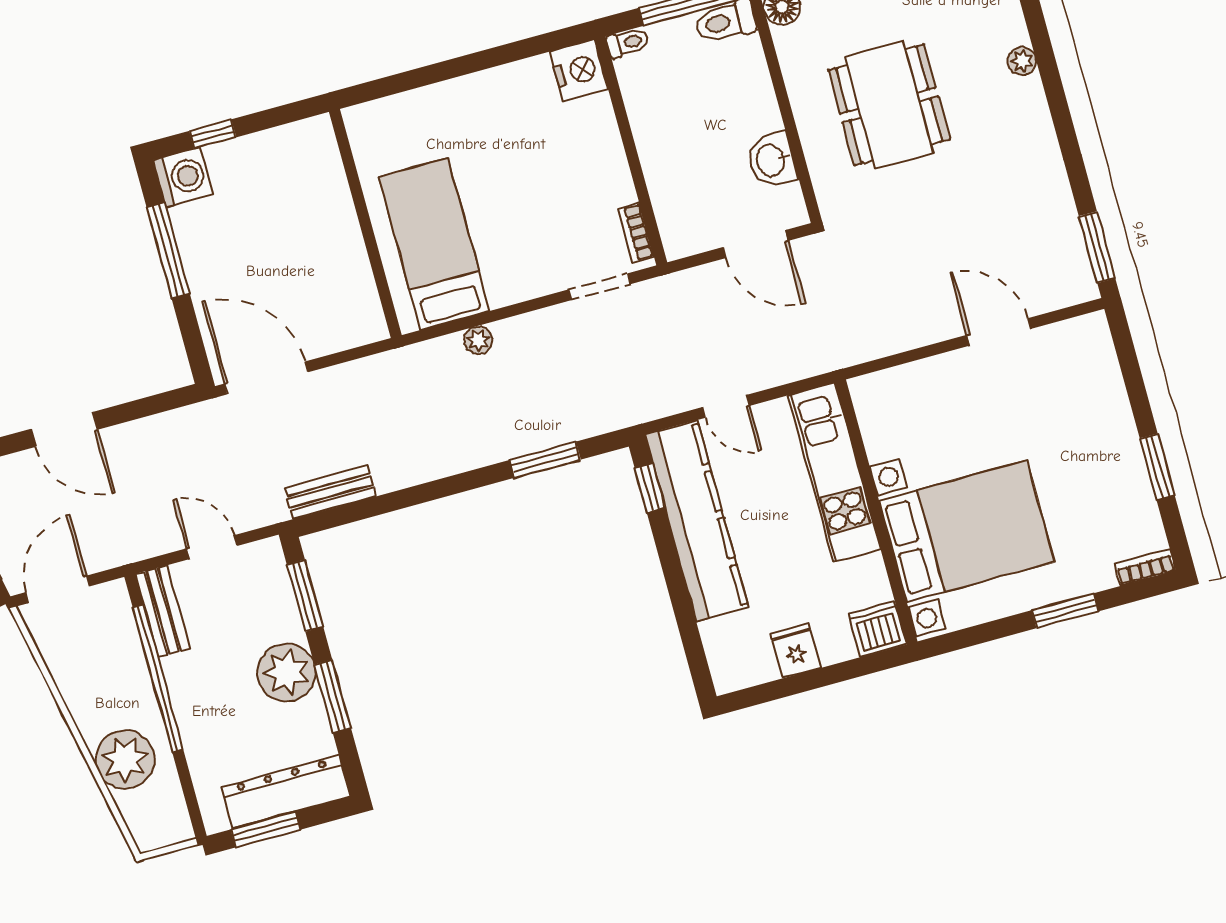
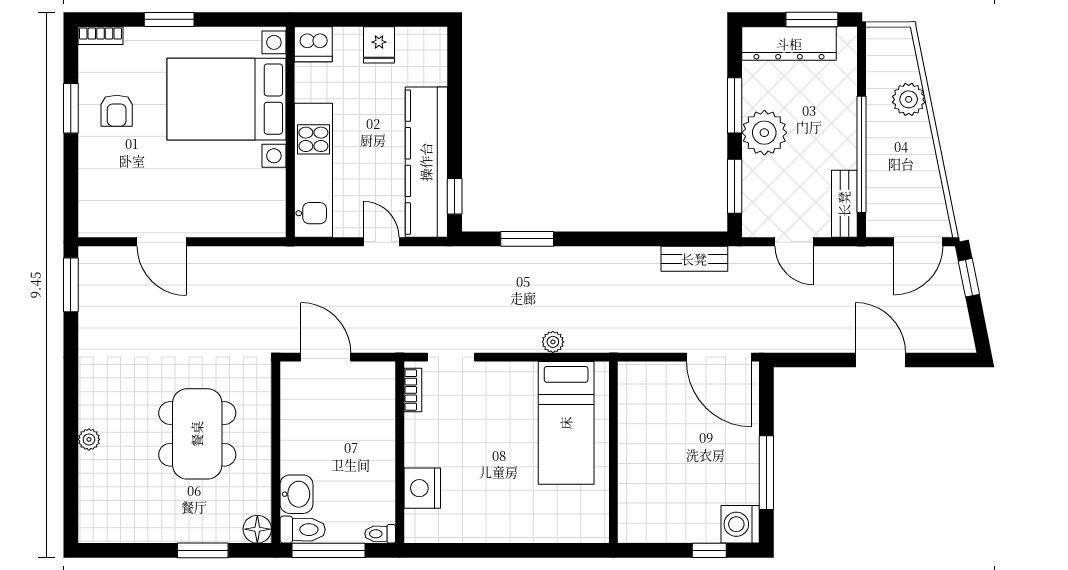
nightstand: (579, 70) -> (422, 488), moved
washbasin: (772, 160) -> (296, 494), moved
armchair: (1099, 479) -> (117, 111), added
plant: (125, 760) -> (909, 99), width x0.73, depth x0.73

